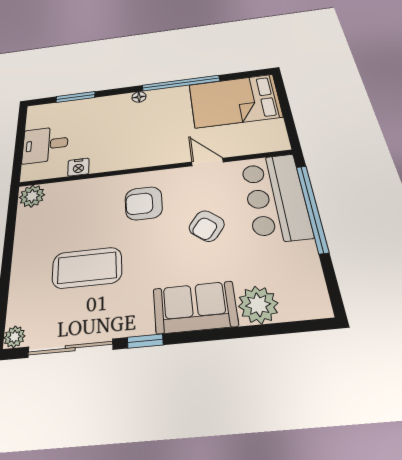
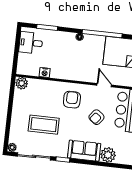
desk: (45, 145) -> (31, 43), moved
armchair: (144, 203) -> (72, 100), turned 90

